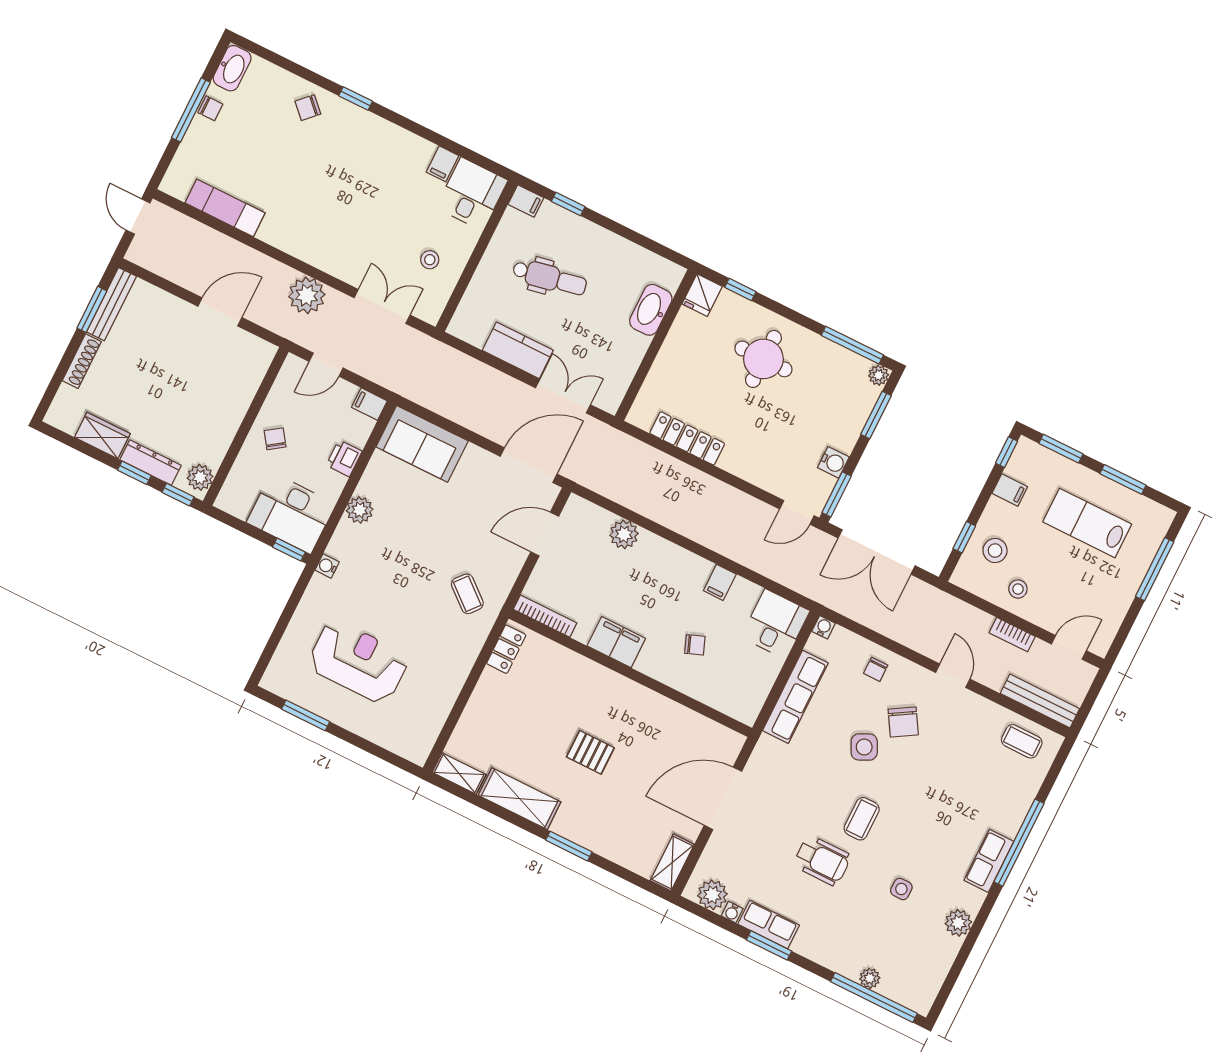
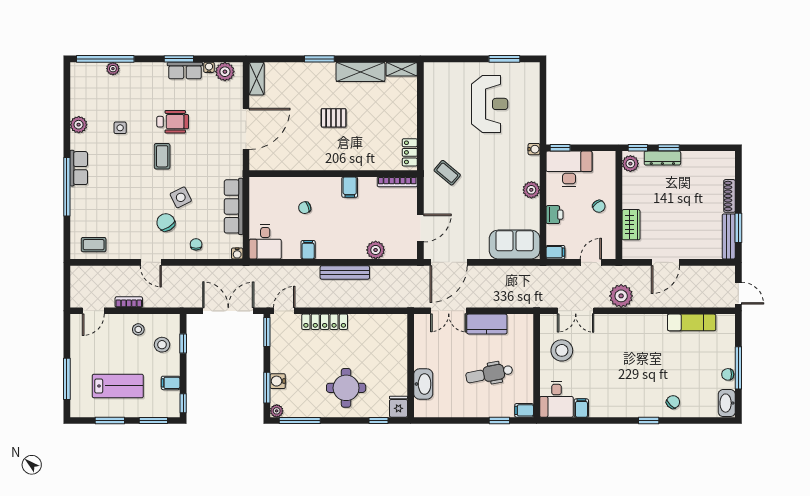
stool: (430, 260) -> (562, 350), width x1.89, depth x1.89
wardrobe: (102, 436) -> (631, 225), moved, turned -90
locker: (687, 438) -> (325, 322), moved
water cooler: (833, 462) -> (278, 381), moved
filing cabinet: (616, 642) -> (350, 187), width x0.50
reception desk: (358, 662) -> (490, 104), turned -90
bench: (1040, 701) -> (345, 272), moved
wheelchair: (822, 860) -> (173, 122), turned 180

